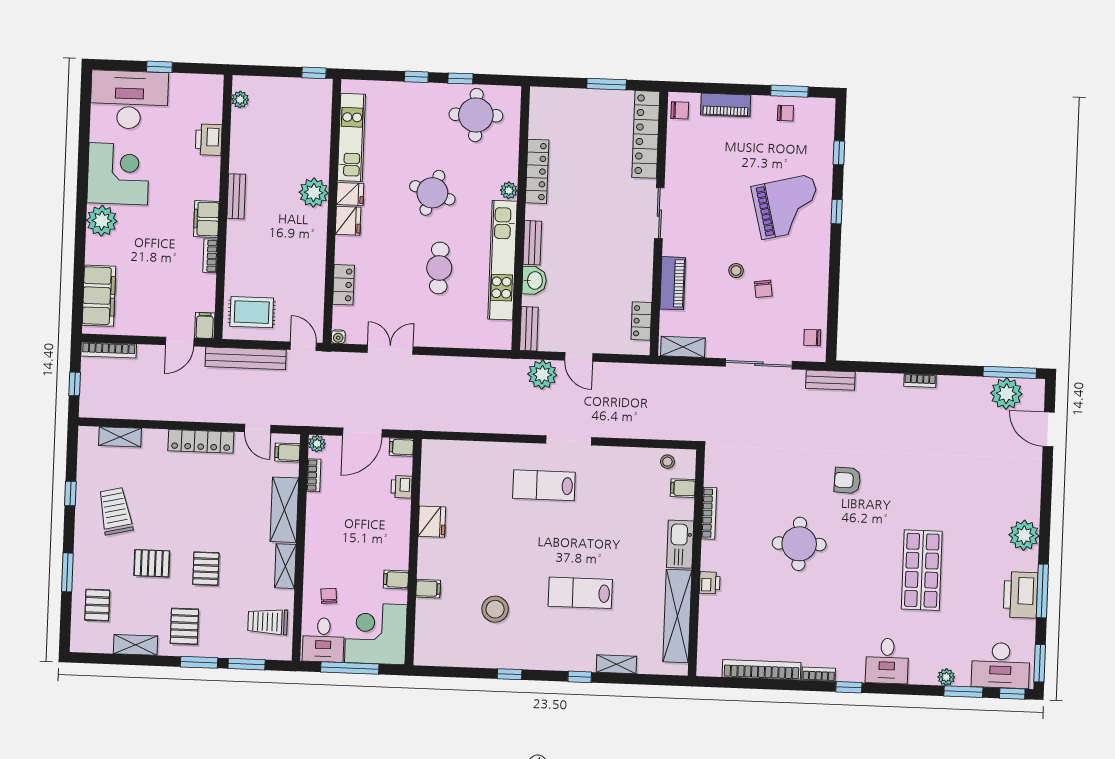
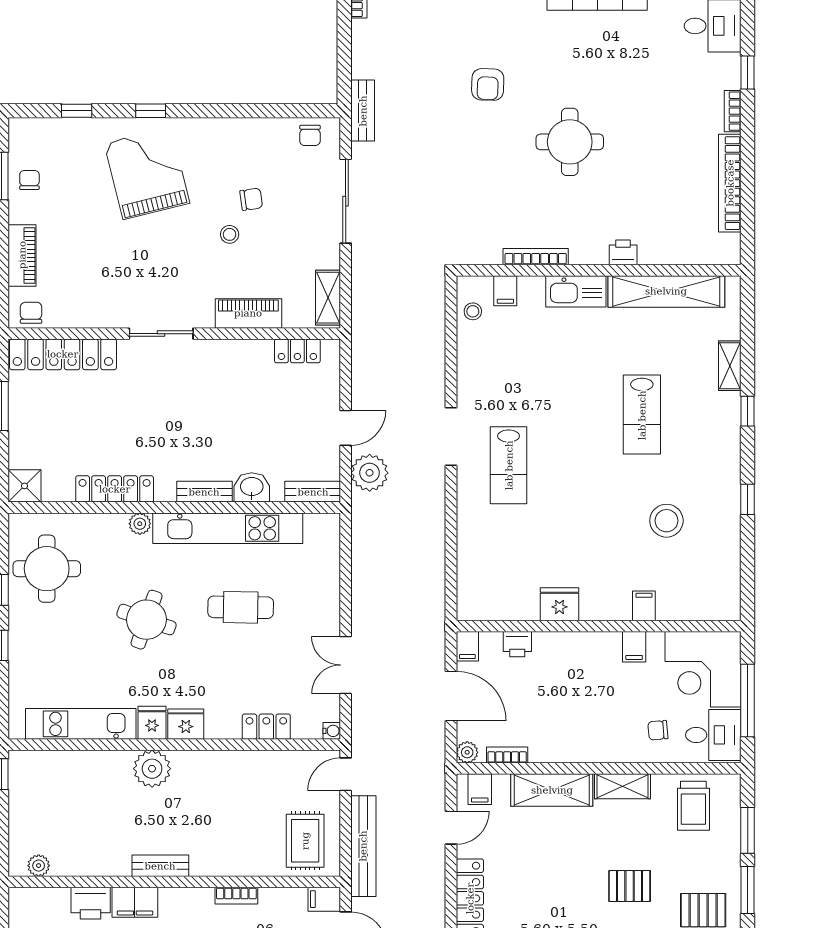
shower: (542, 100) -> (25, 486), added
filing cabinet: (206, 219) -> (135, 902), moved

